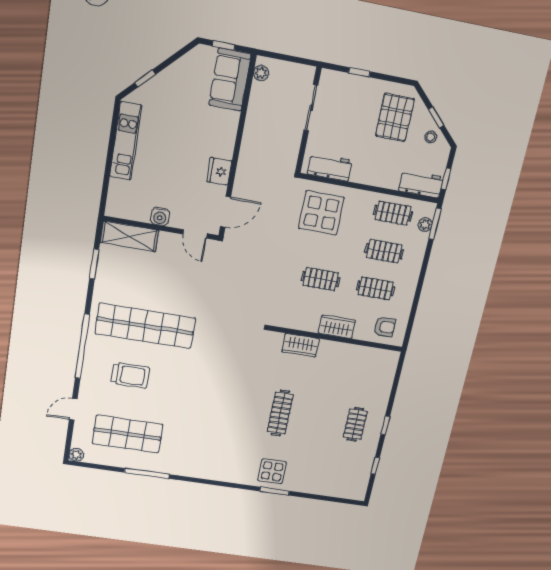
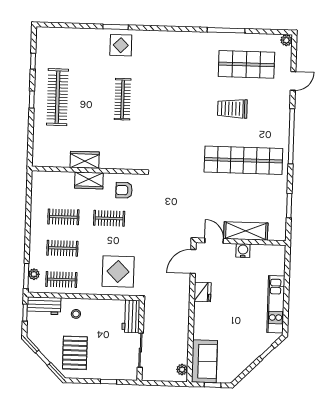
stool: (431, 137) -> (76, 314), moved
workbench: (330, 167) -> (131, 316), moved, turned 90
shelving: (129, 236) -> (246, 231), moved
armchair: (385, 327) -> (124, 190), moved
wardrobe: (300, 345) -> (85, 160), moved
trolley: (130, 375) -> (232, 109), moved
clothes rail: (355, 424) -> (58, 97), width x1.86, depth x1.31

